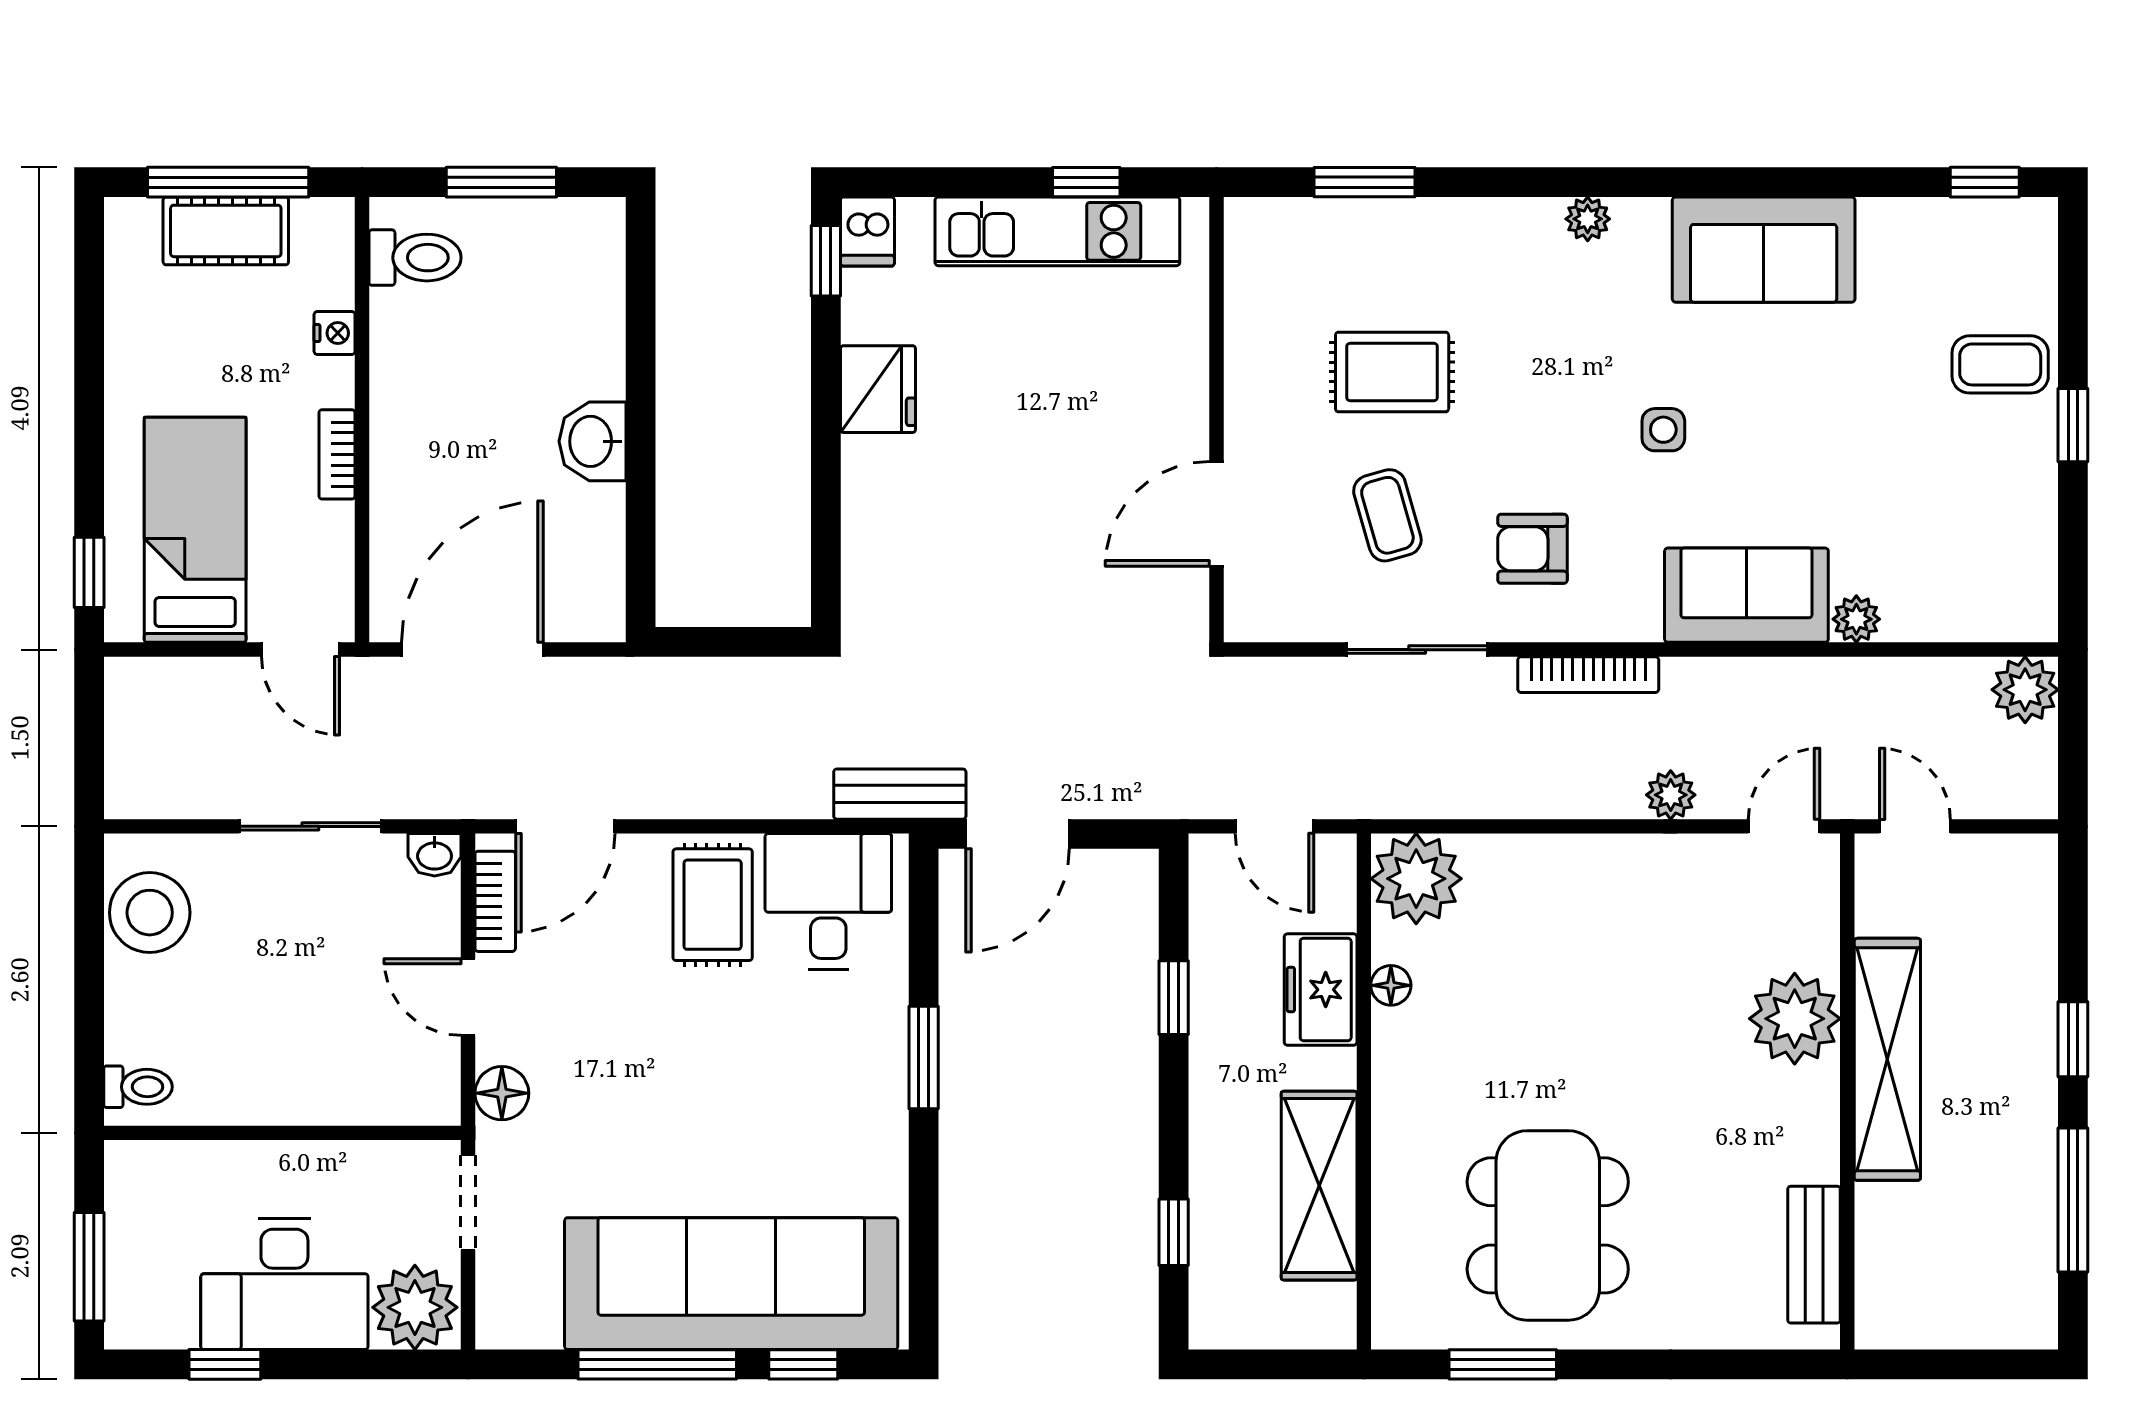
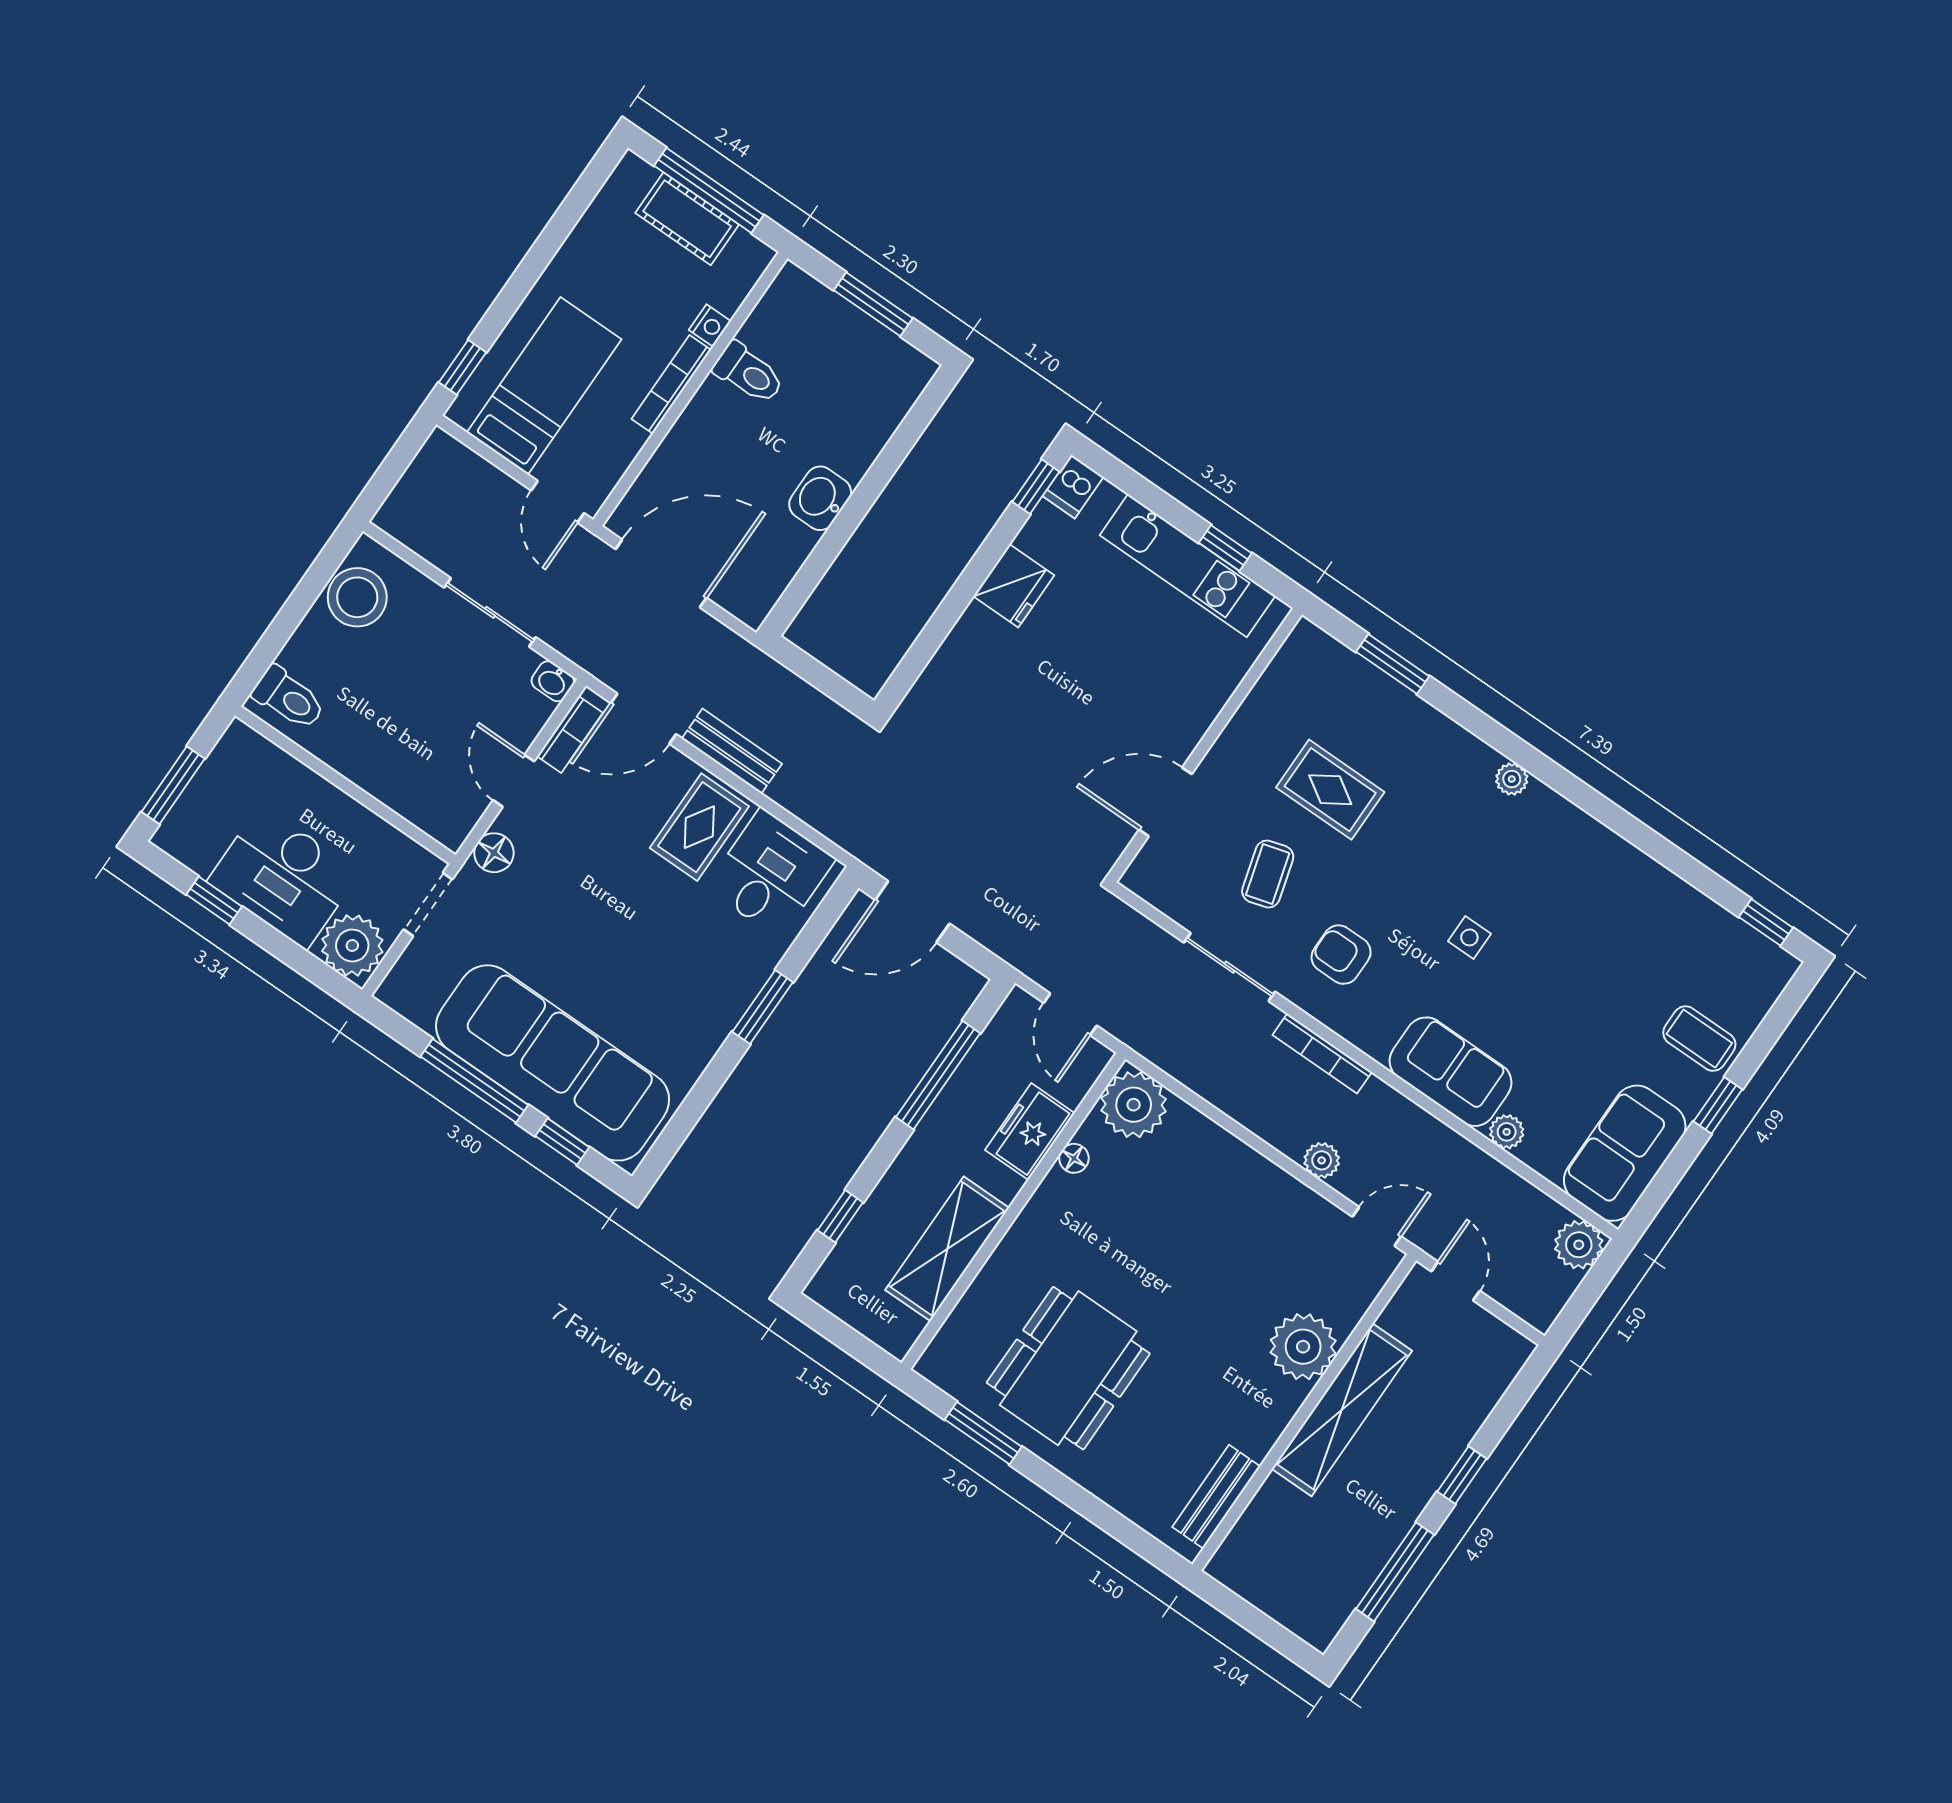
sofa: (1764, 250) -> (1625, 1153), moved, turned 90
toilet: (415, 258) -> (749, 373), moved
bookcase: (337, 454) -> (671, 384), width x1.56
bench: (900, 794) -> (732, 751), moved
window: (1174, 998) -> (938, 1075), width x2.17
toilet: (138, 1087) -> (289, 698), width x1.37, depth x1.39

